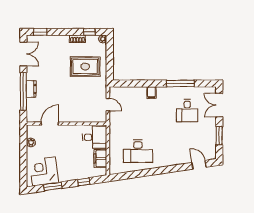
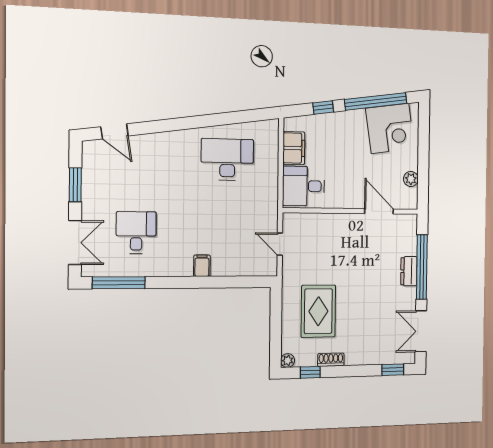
rug: (85, 67) -> (318, 311), turned 90
window: (180, 84) -> (119, 283), moved
door: (50, 124) -> (379, 211), swing flipped
window: (53, 186) -> (376, 101), width x2.11

